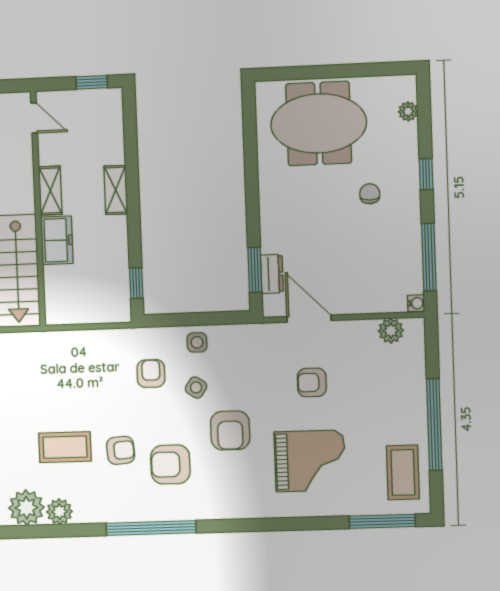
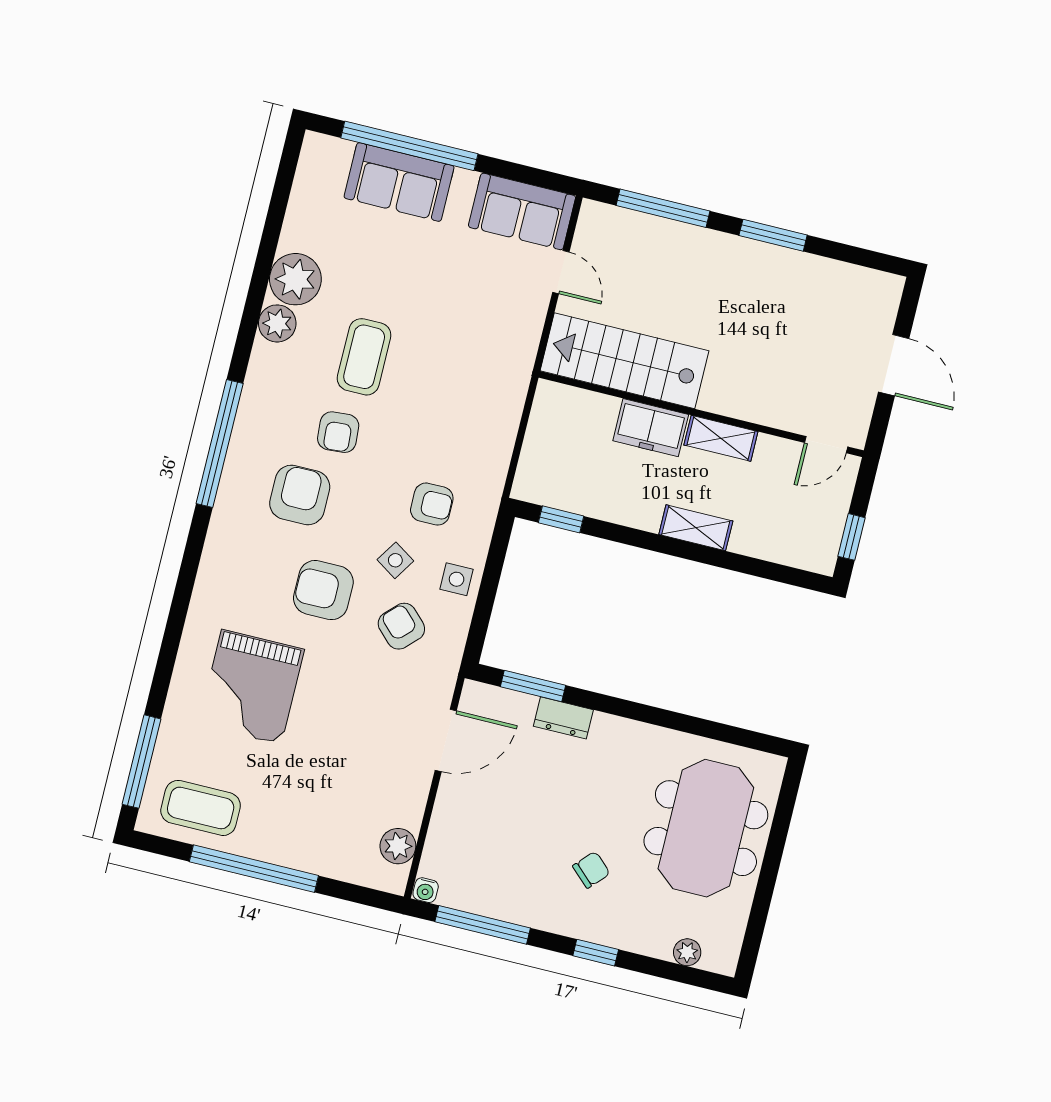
chair: (370, 194) -> (591, 870), turned -47
dresser: (272, 274) -> (563, 718), moved
armchair: (312, 382) -> (401, 626), moved, turned -45

